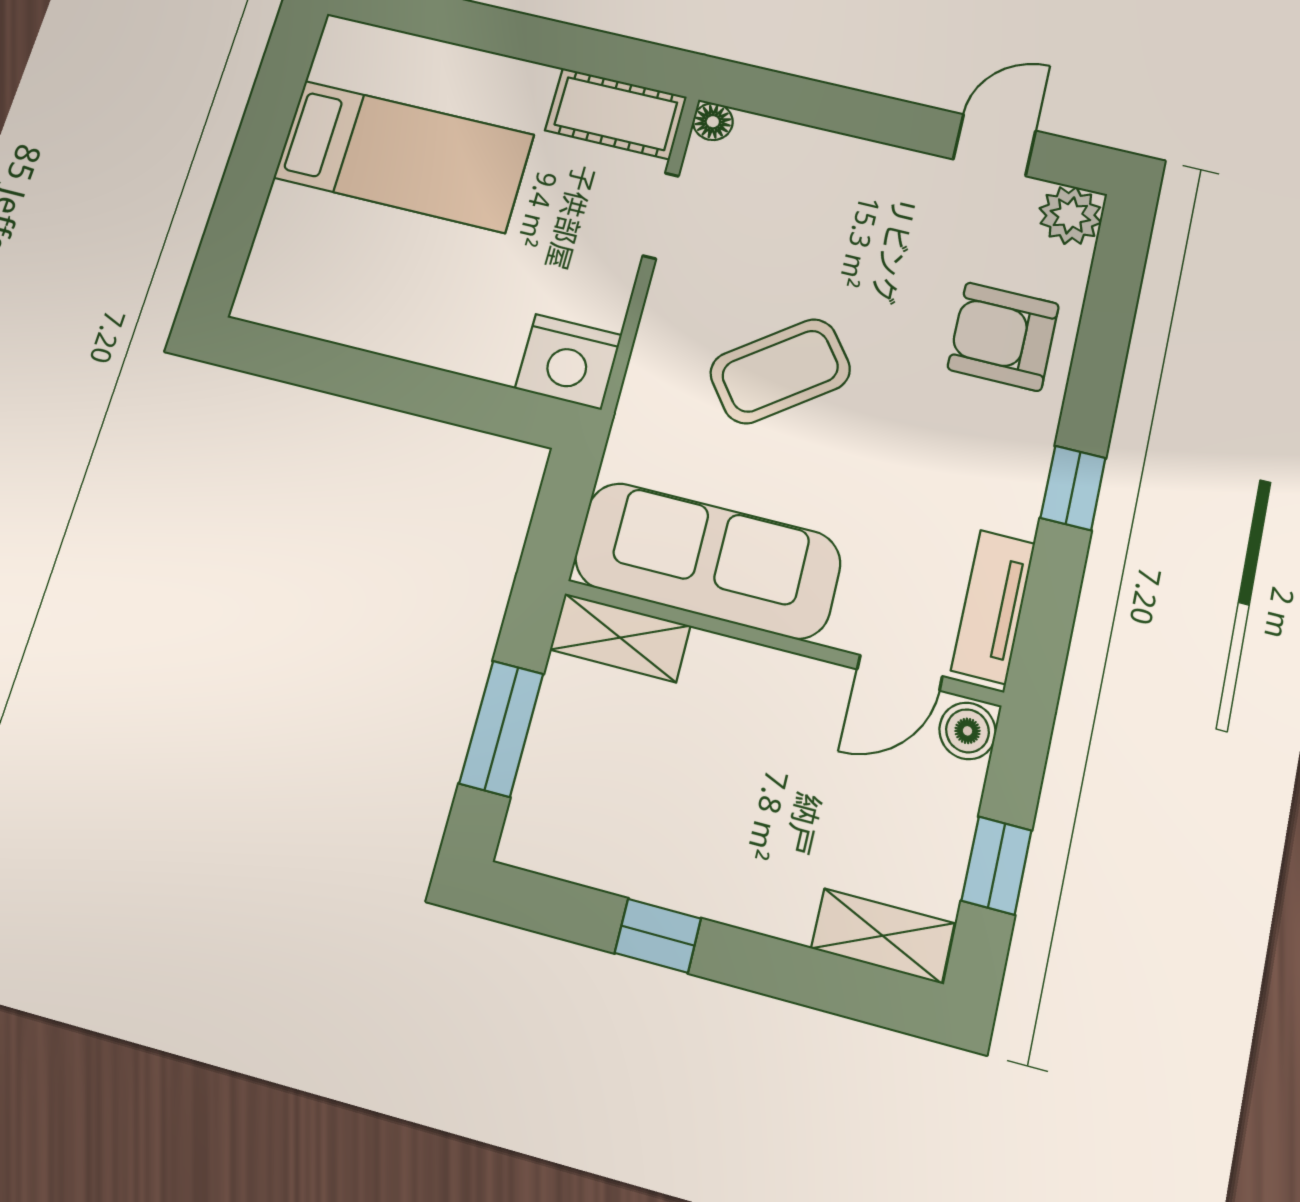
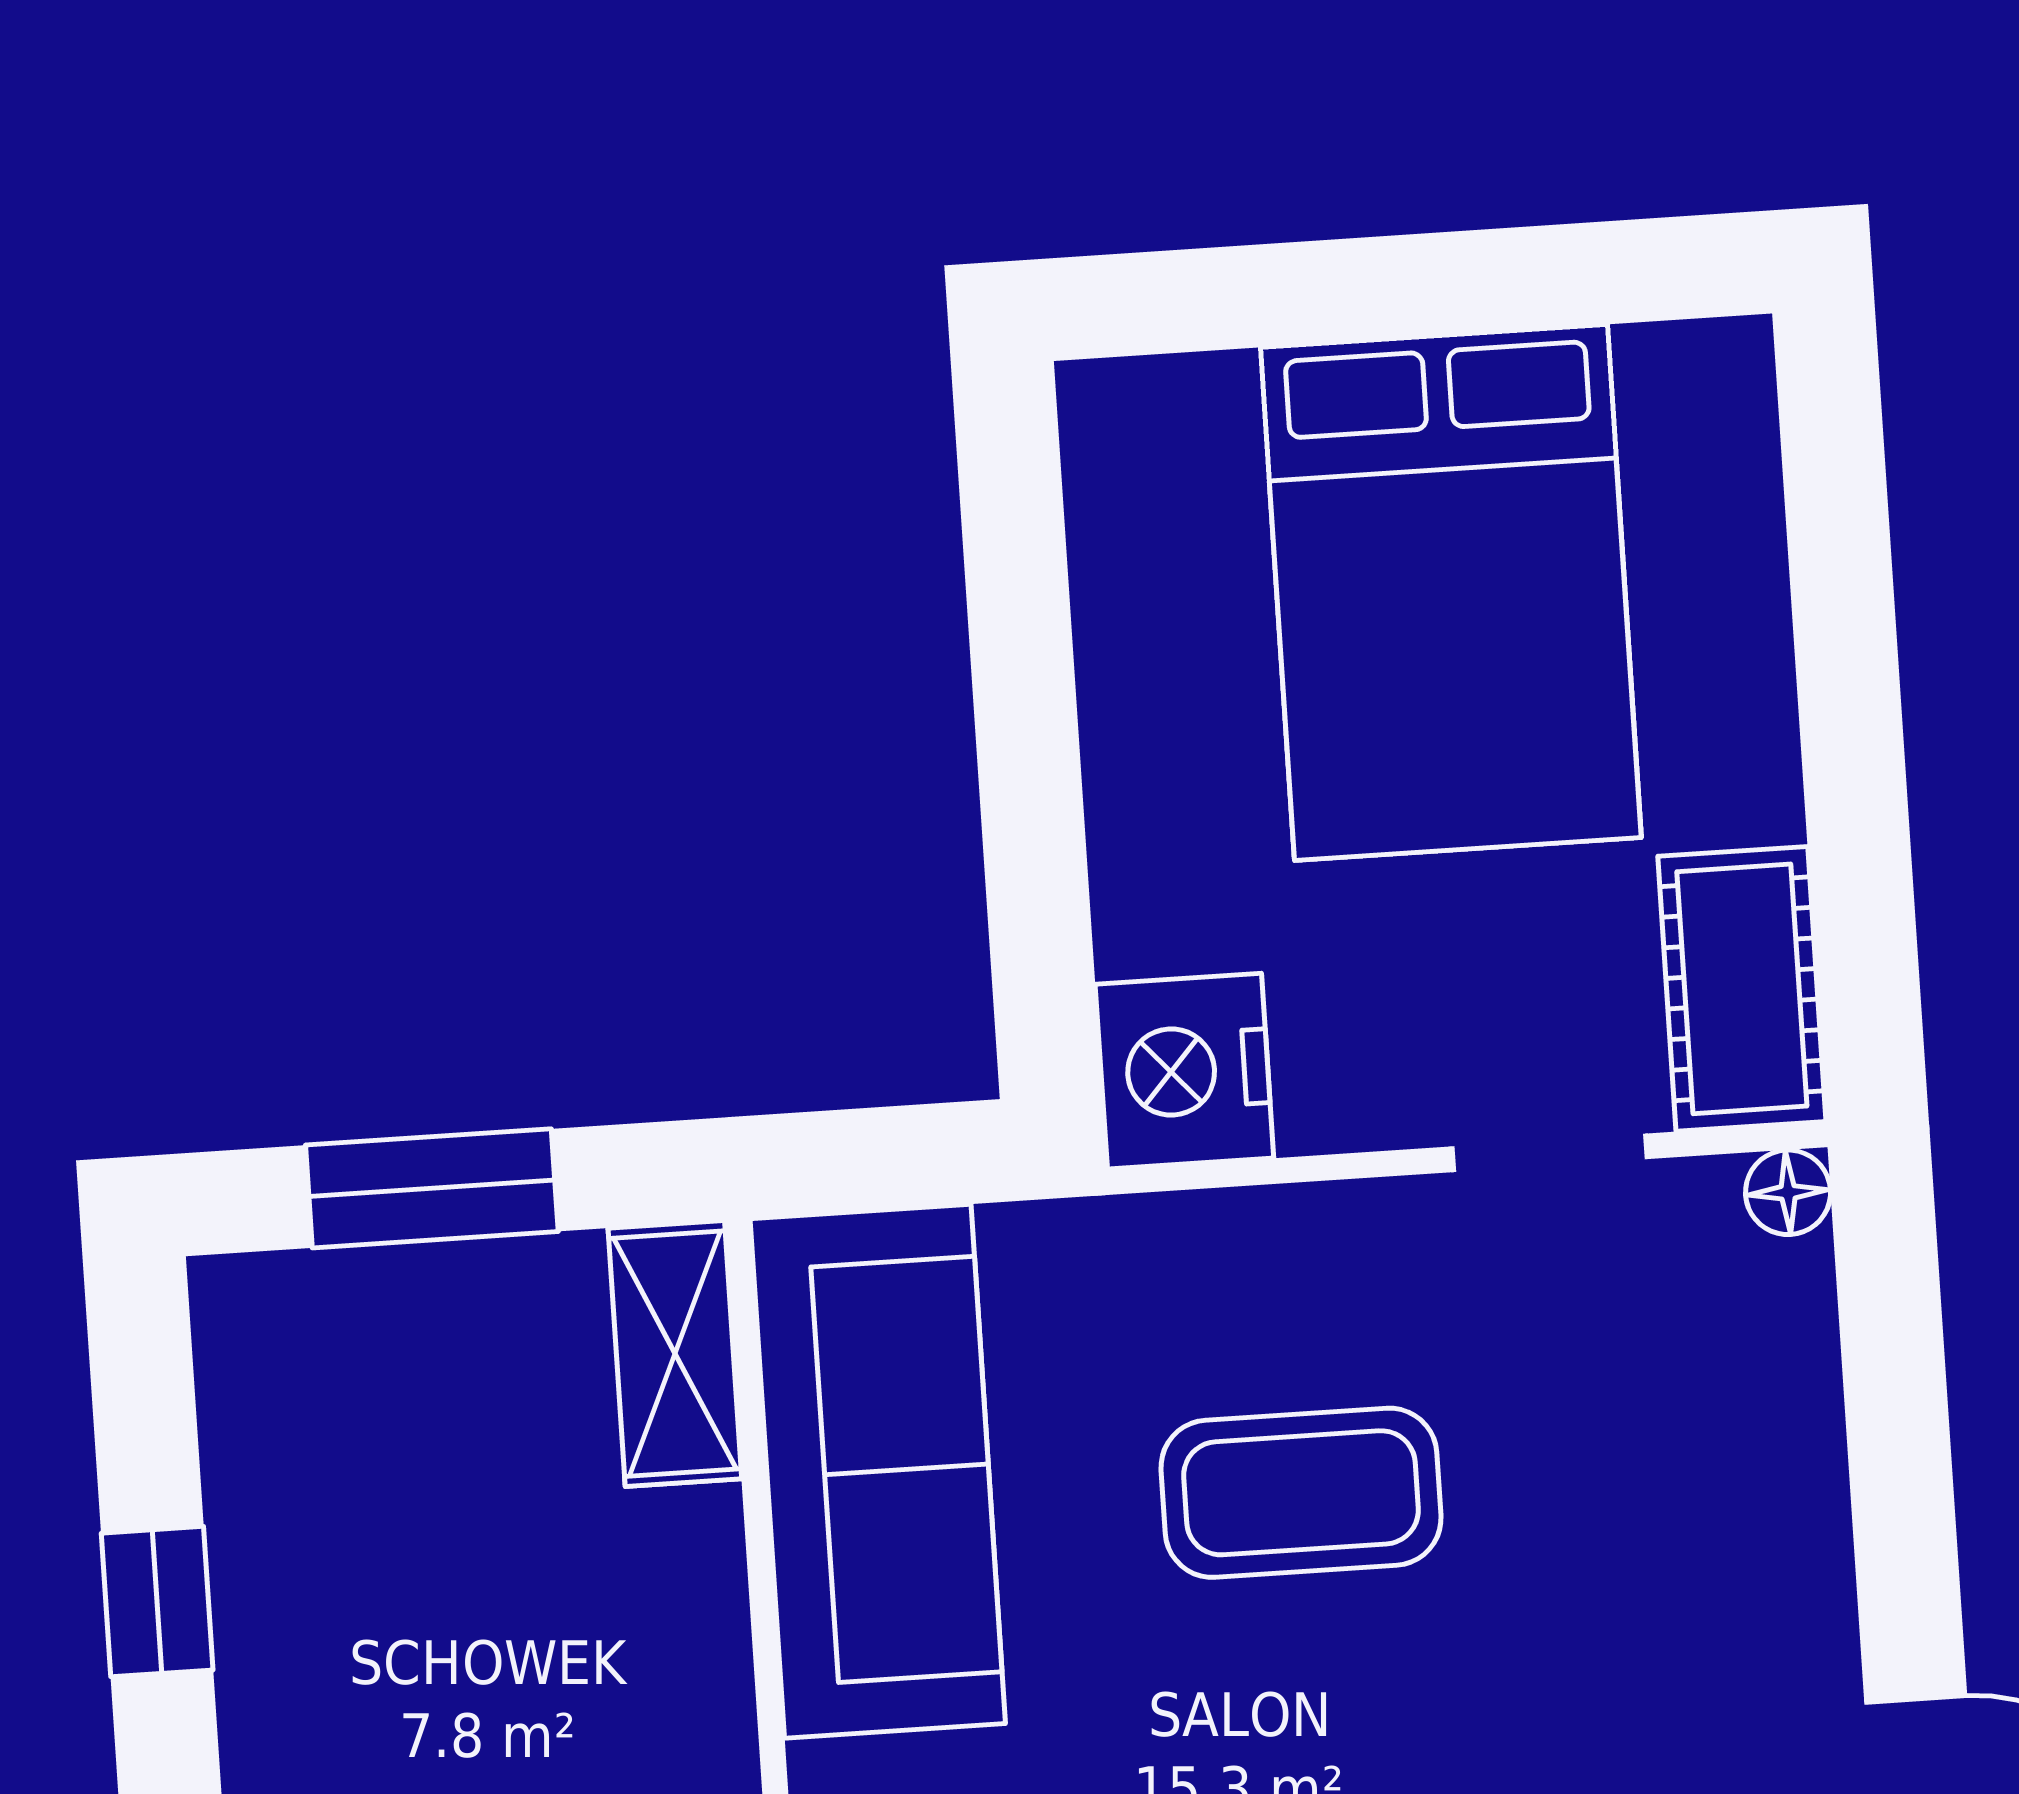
bed: (404, 156) -> (1451, 593), width x1.50
coffee table: (780, 371) -> (1301, 1493), turned -53

